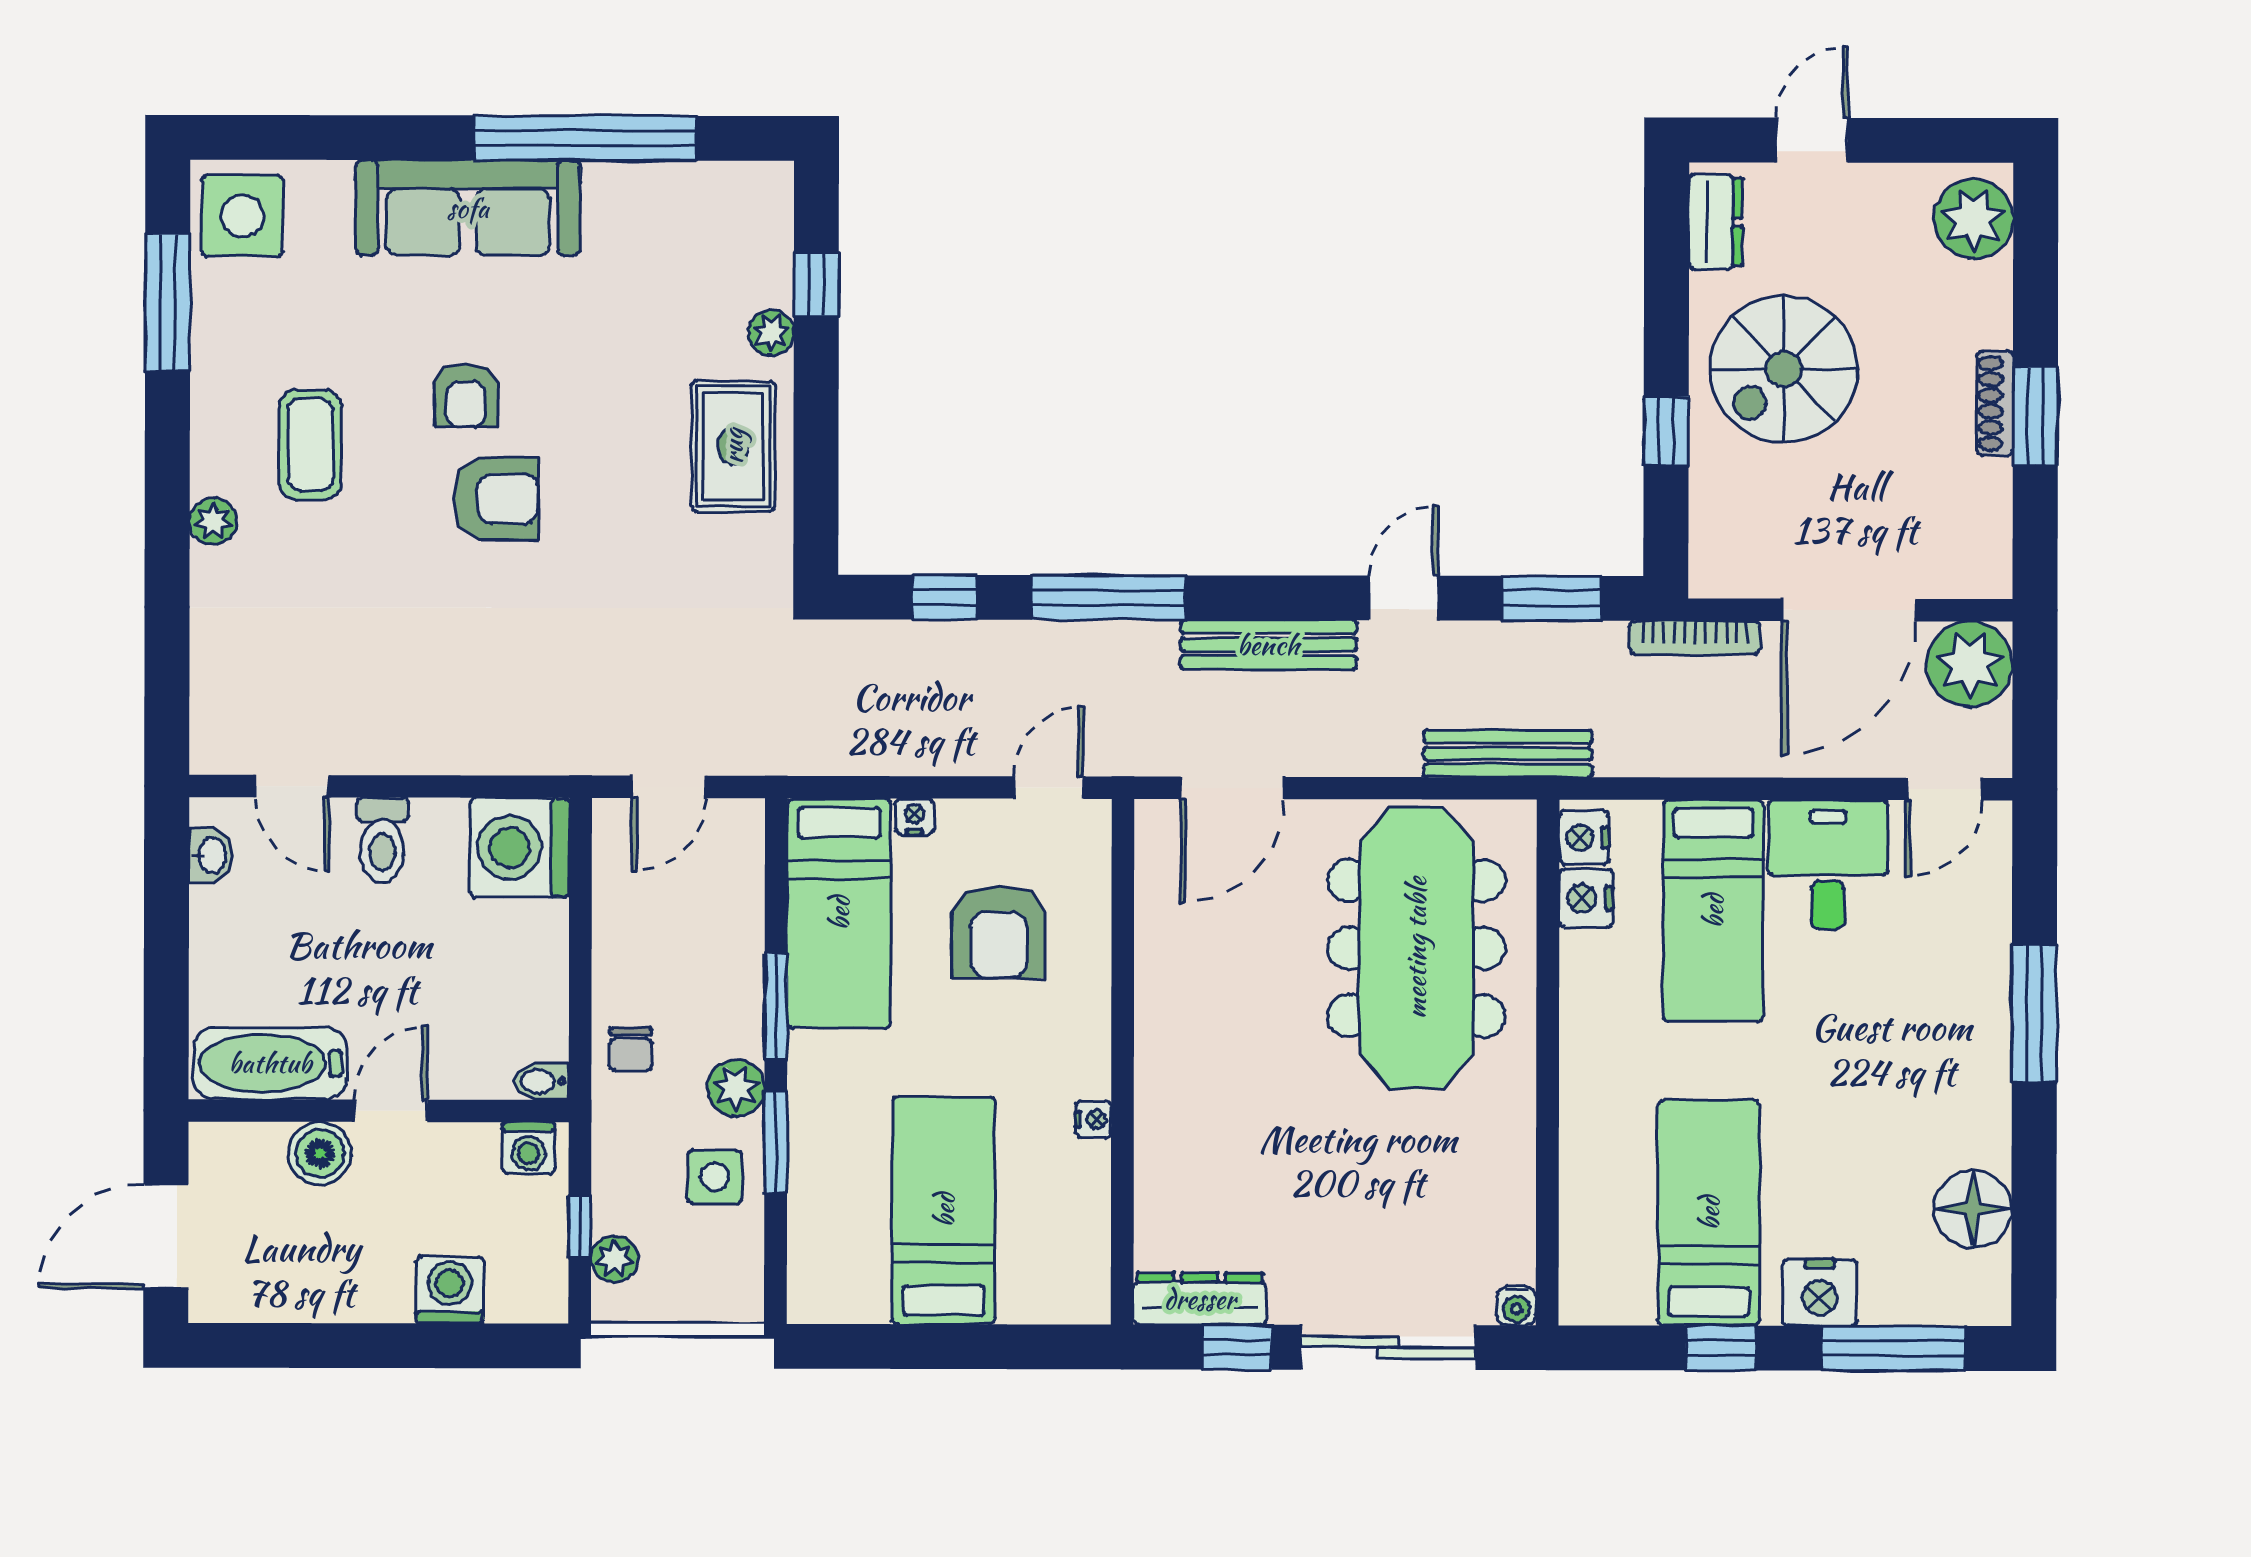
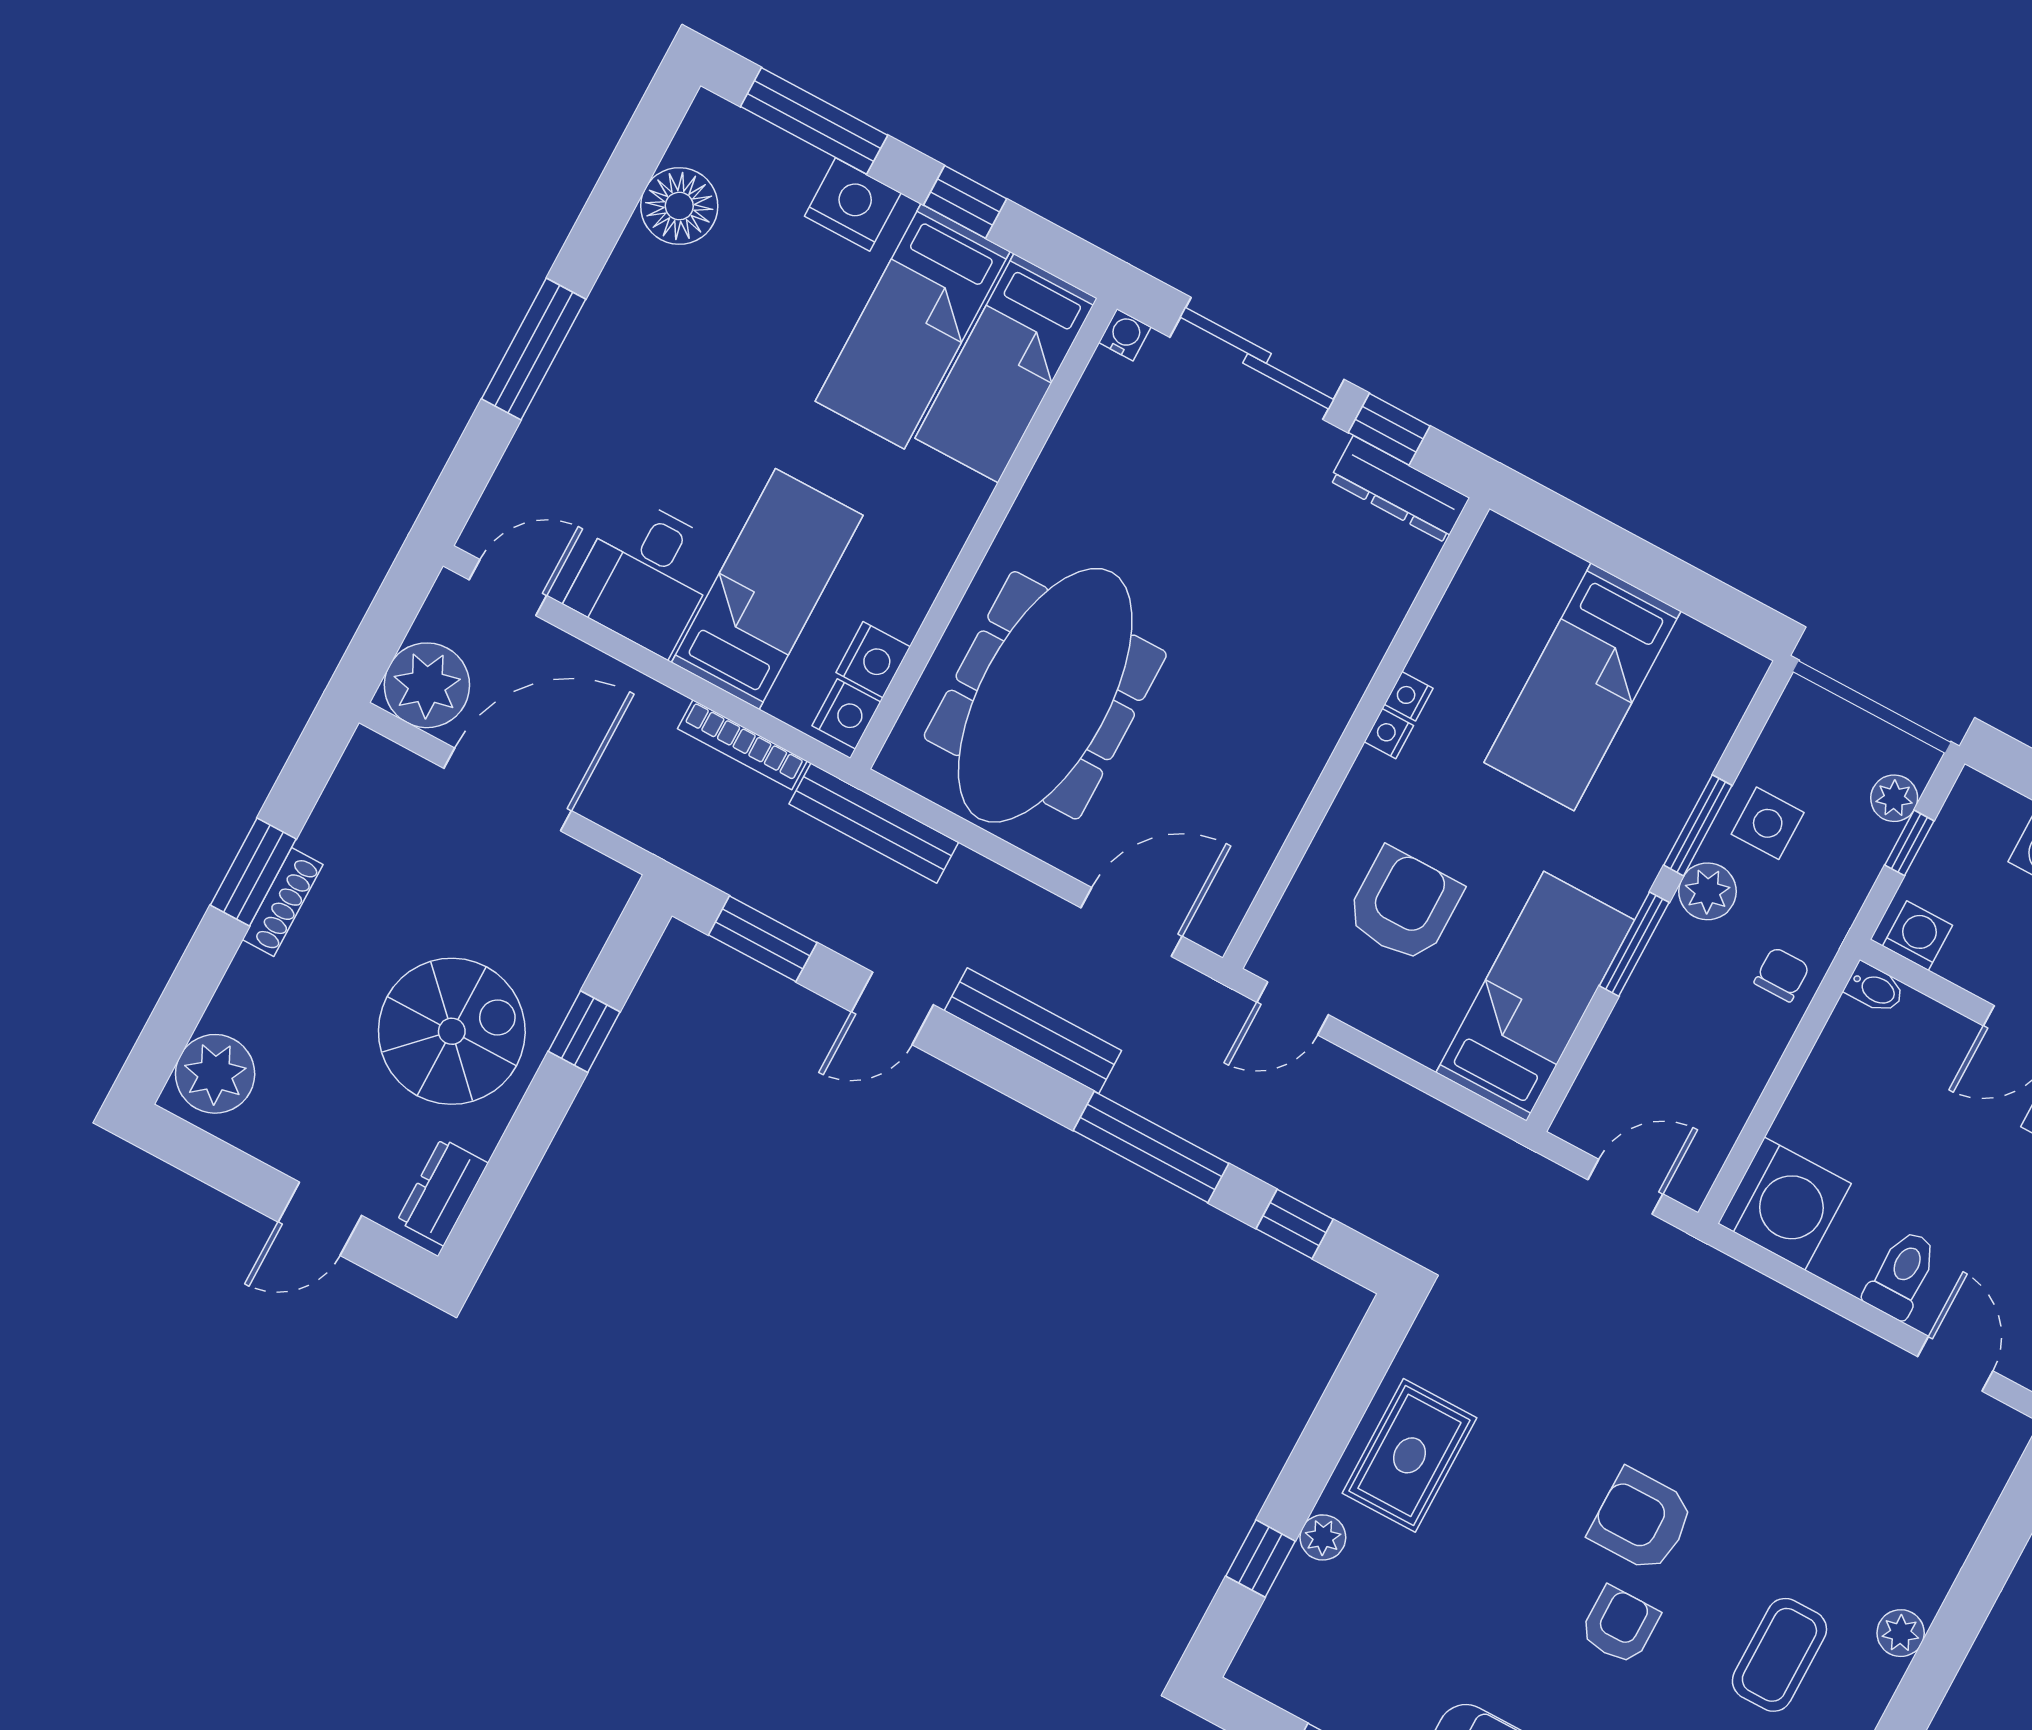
bookcase: (1695, 638) -> (742, 745), moved, turned 180
nightstand: (914, 817) -> (1389, 734), moved, turned 90
bed: (1606, 1220) -> (1006, 368), added

